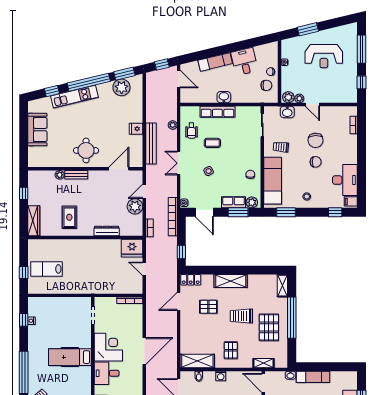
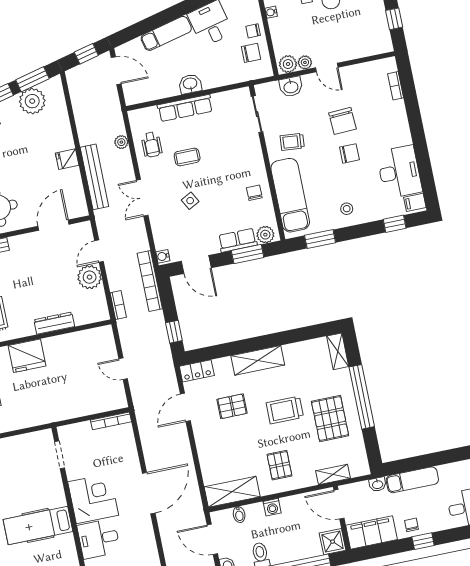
fridge: (132, 248) -> (27, 356), moved

